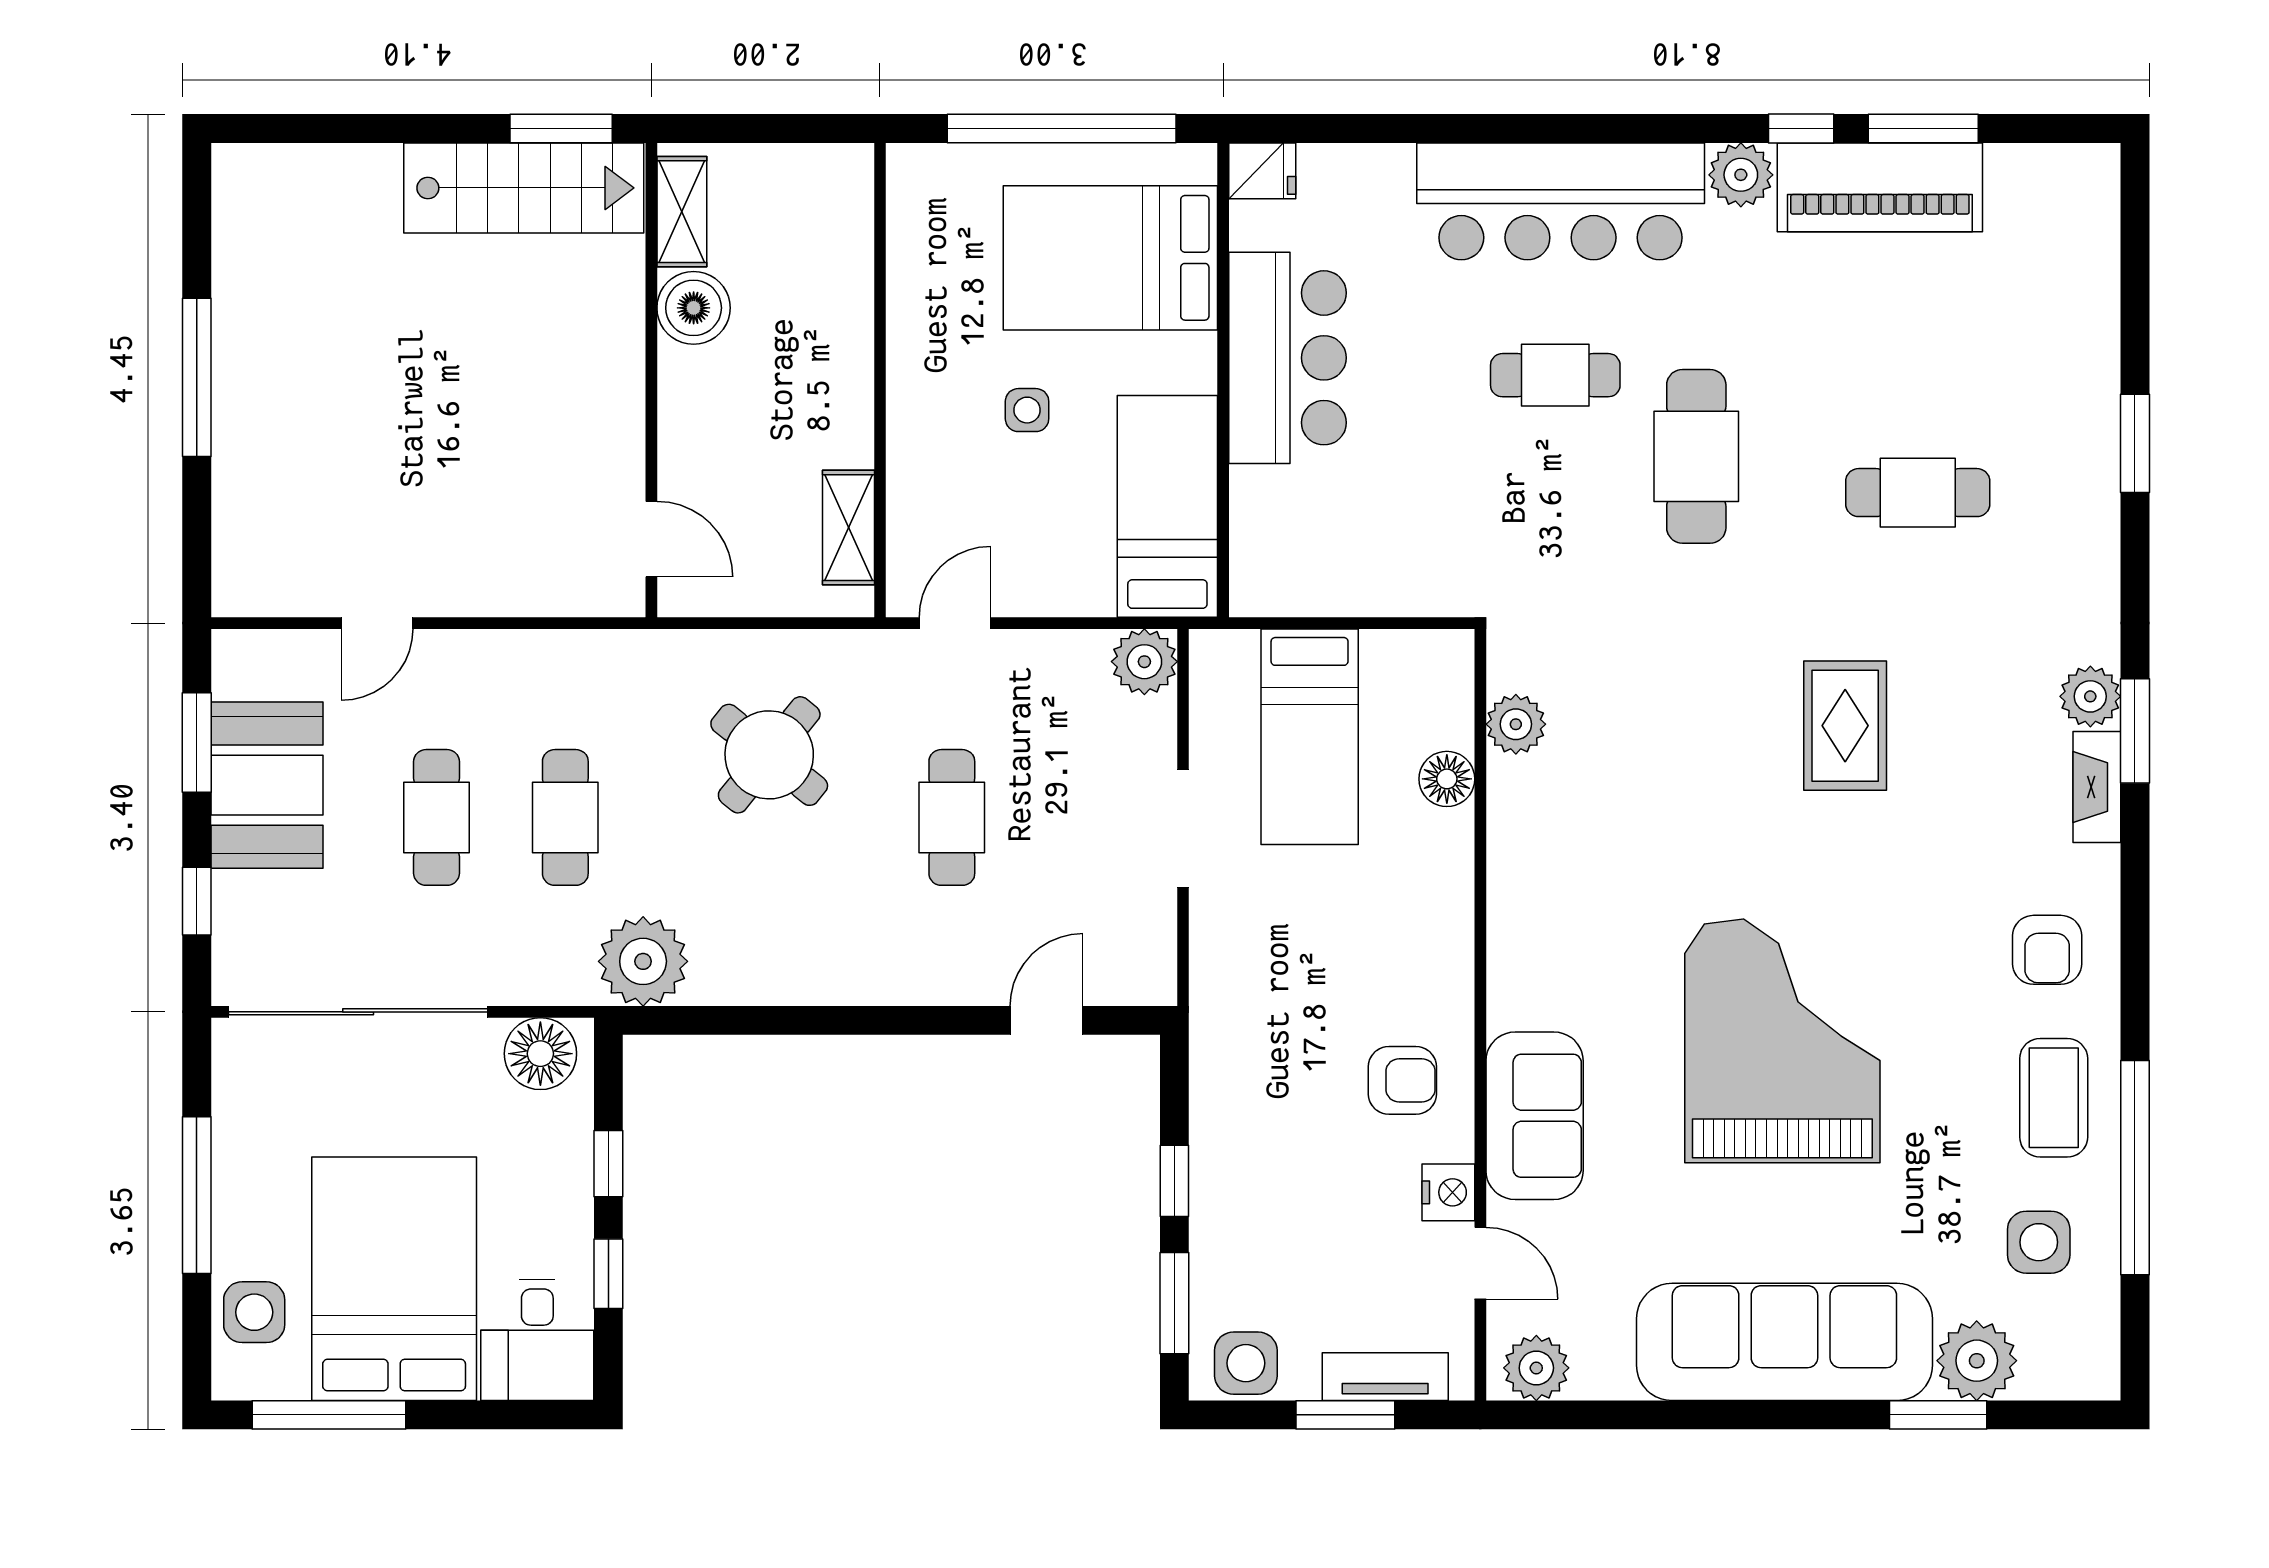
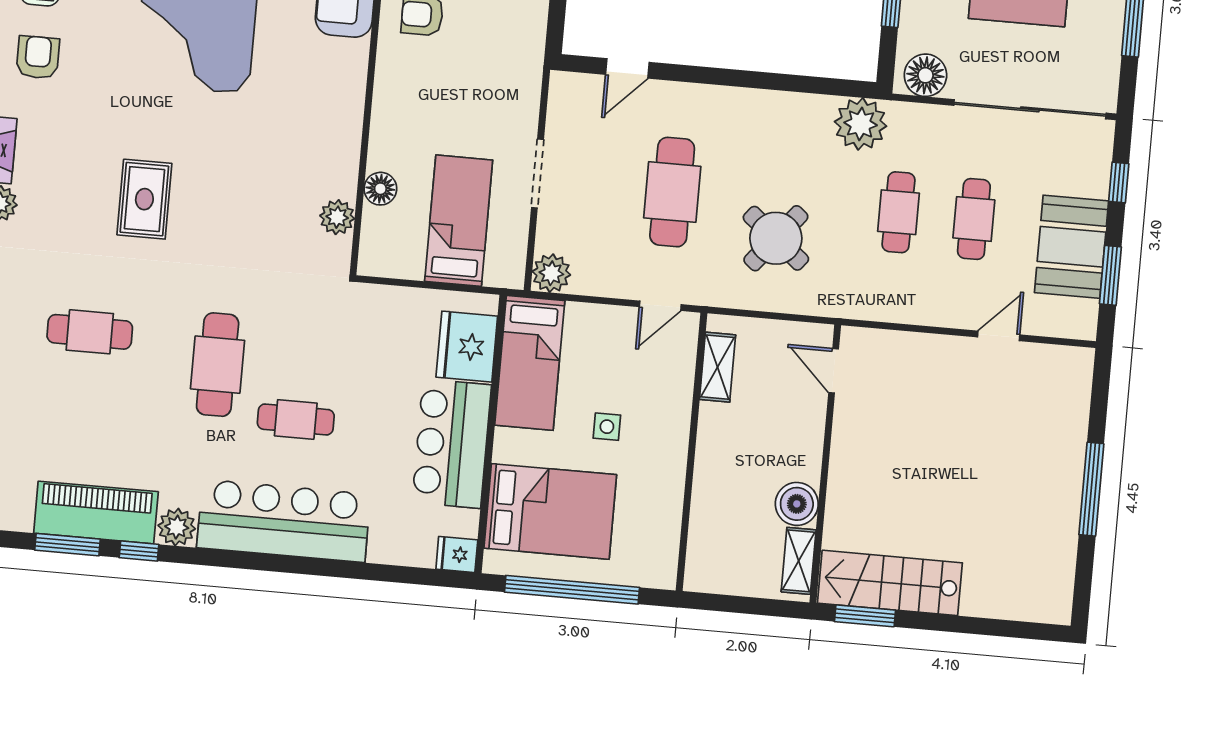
fridge: (1277, 525) -> (467, 347), added
cafe table: (952, 817) -> (672, 192), width x1.37, depth x1.35

